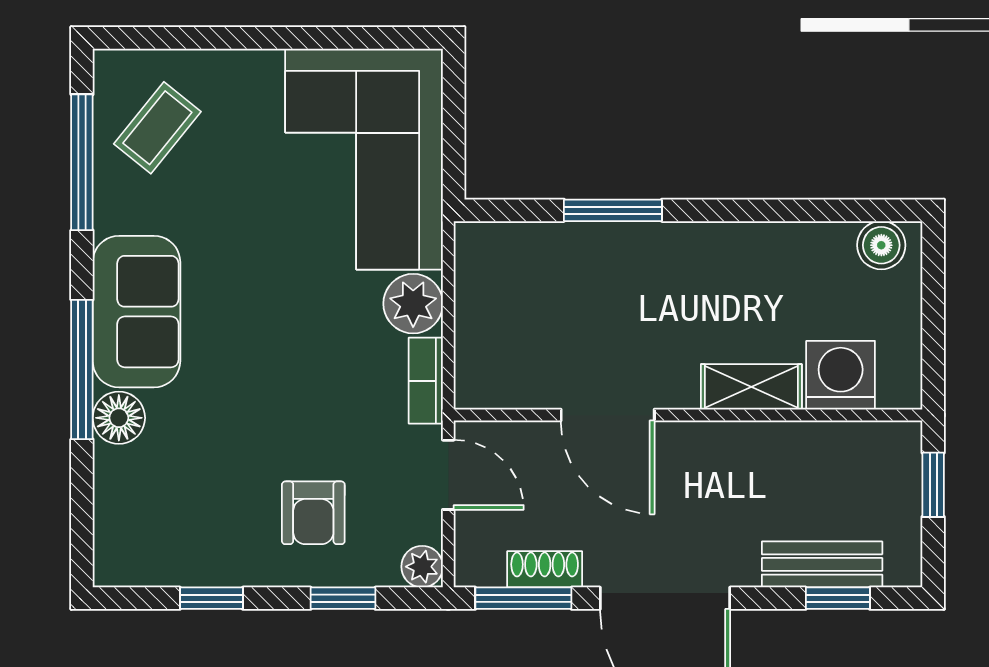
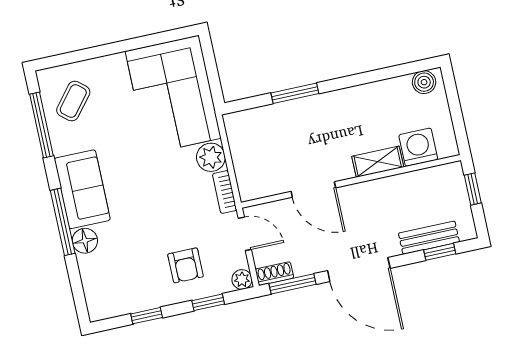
shoe rack: (545, 569) -> (274, 274), moved

